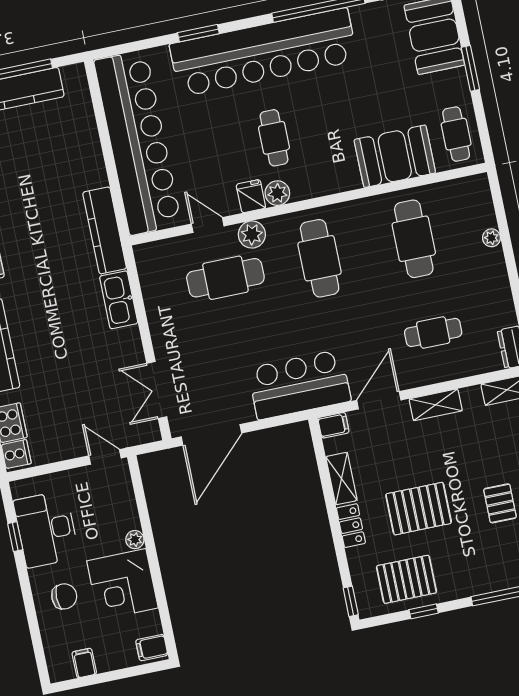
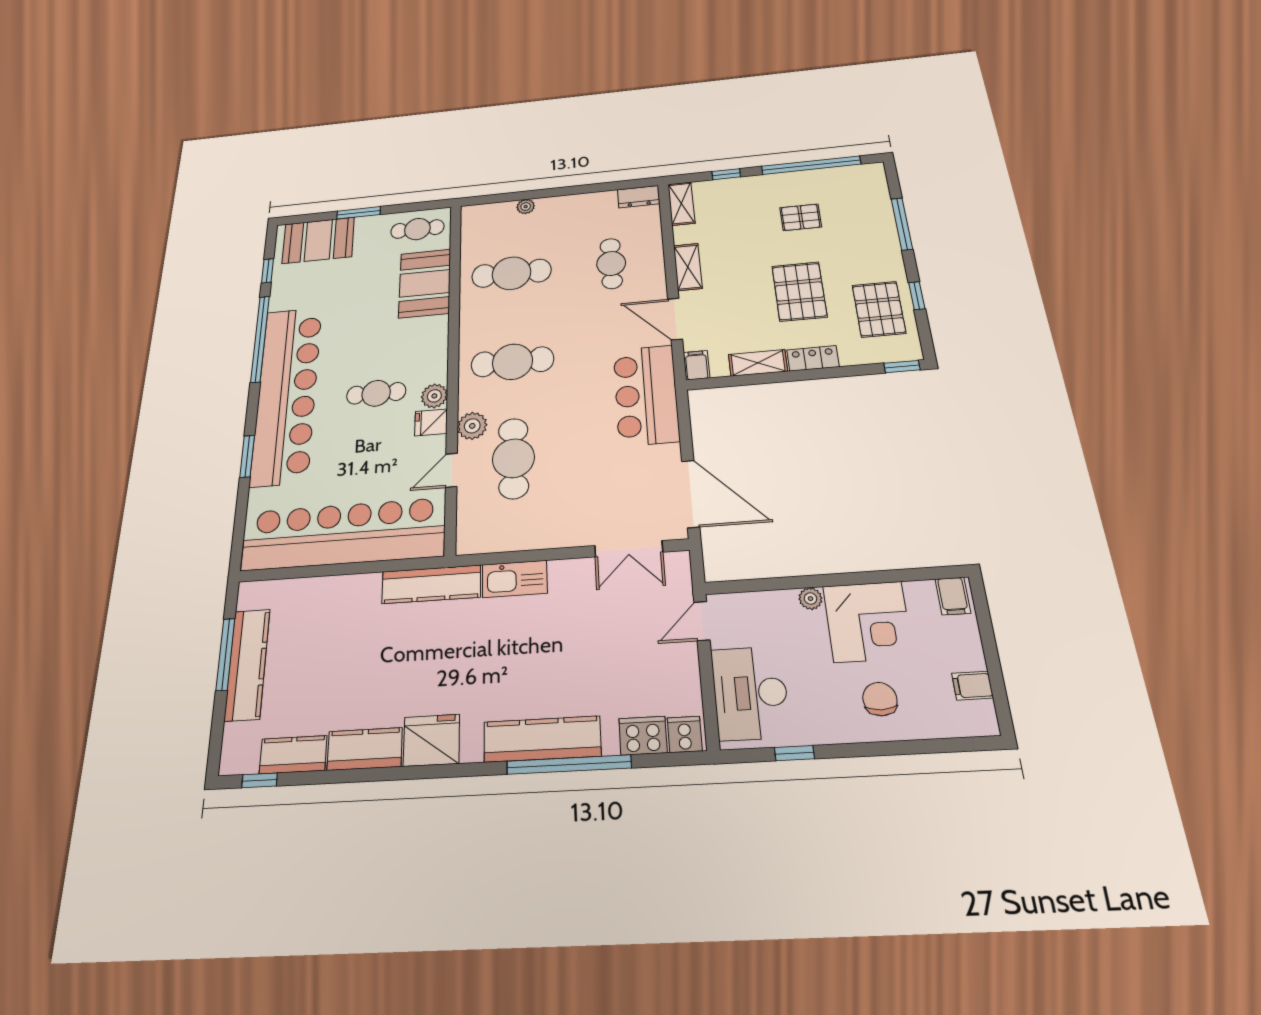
desk: (46, 529) -> (750, 693), moved, turned 90

